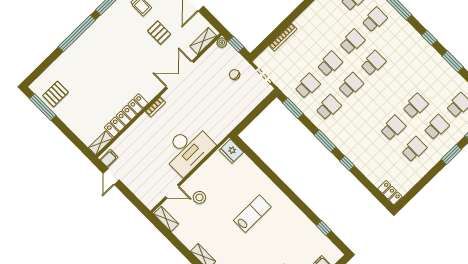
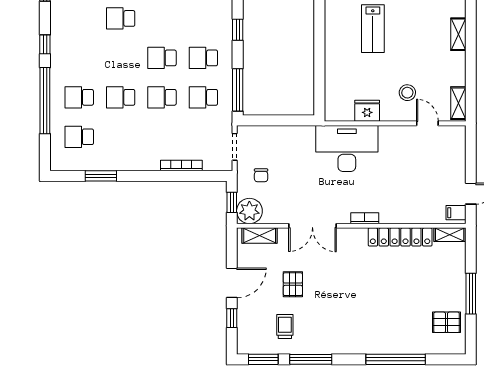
window: (77, 33) -> (396, 359), moved
window: (429, 38) -> (45, 44), moved
plant: (222, 43) -> (249, 211), width x1.87, depth x1.87
school desk: (373, 63) -> (121, 18), moved
window: (43, 107) -> (471, 294), moved
window: (293, 108) -> (238, 90), width x1.44
window: (325, 141) -> (238, 30), width x0.67
desk: (188, 149) -> (347, 149), moved
fridge: (231, 151) -> (367, 111), moved, turned -90
lab bench: (252, 214) -> (373, 29), turned -90

